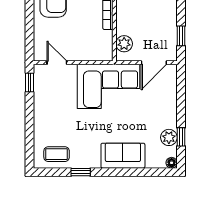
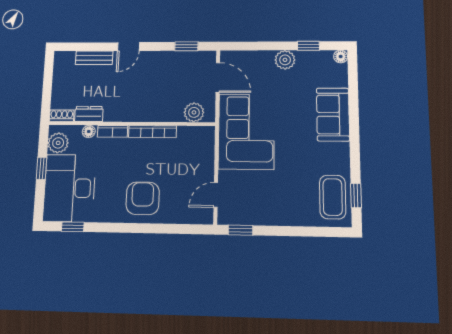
plant: (169, 137) -> (285, 60), moved
coffee table: (57, 154) -> (333, 197), width x1.36, depth x1.30
window: (81, 172) -> (356, 196), moved

